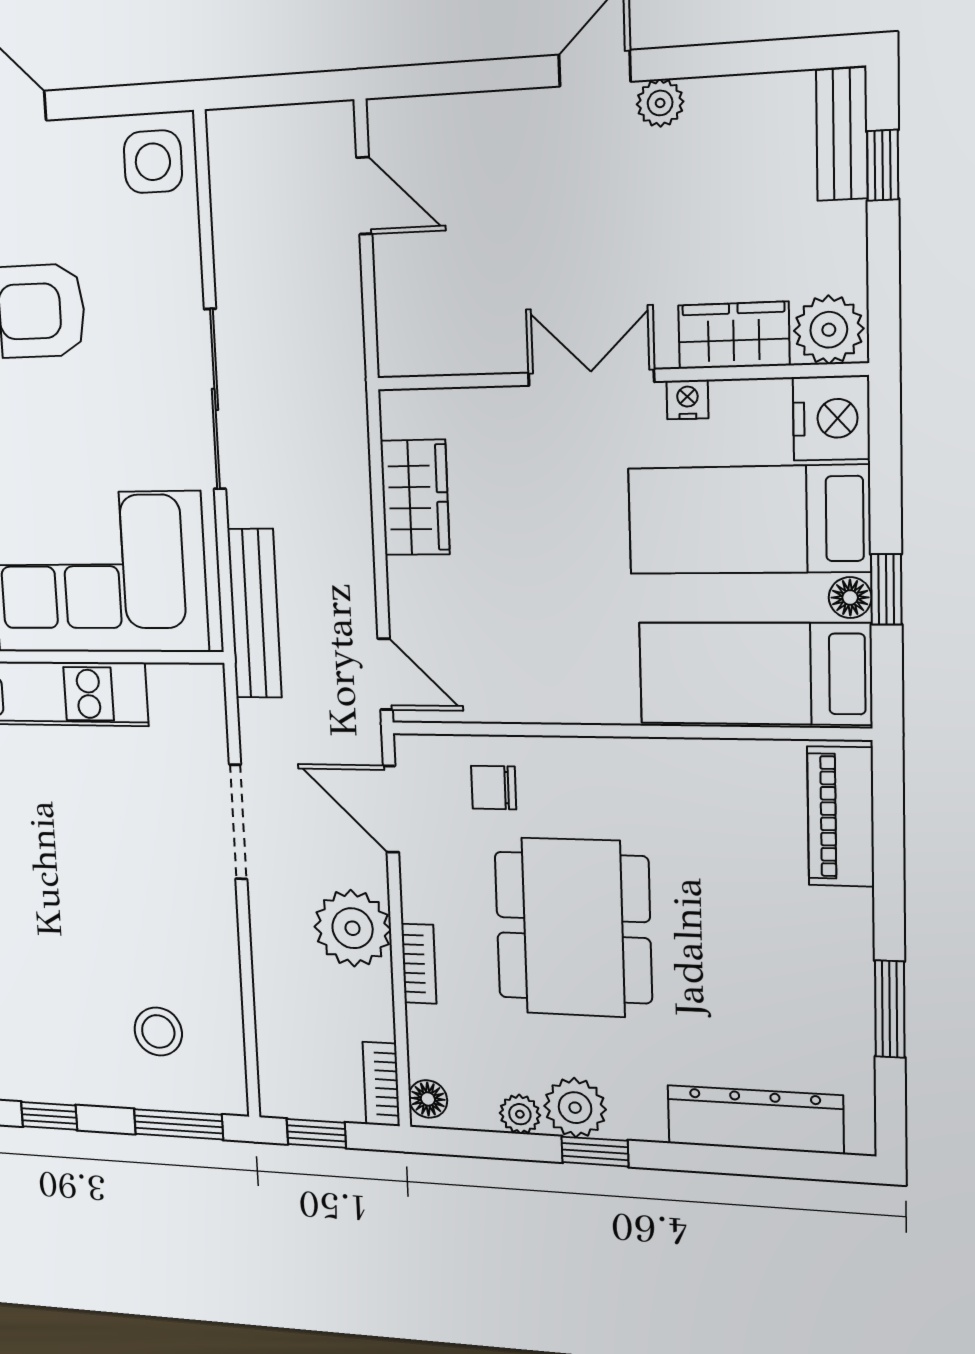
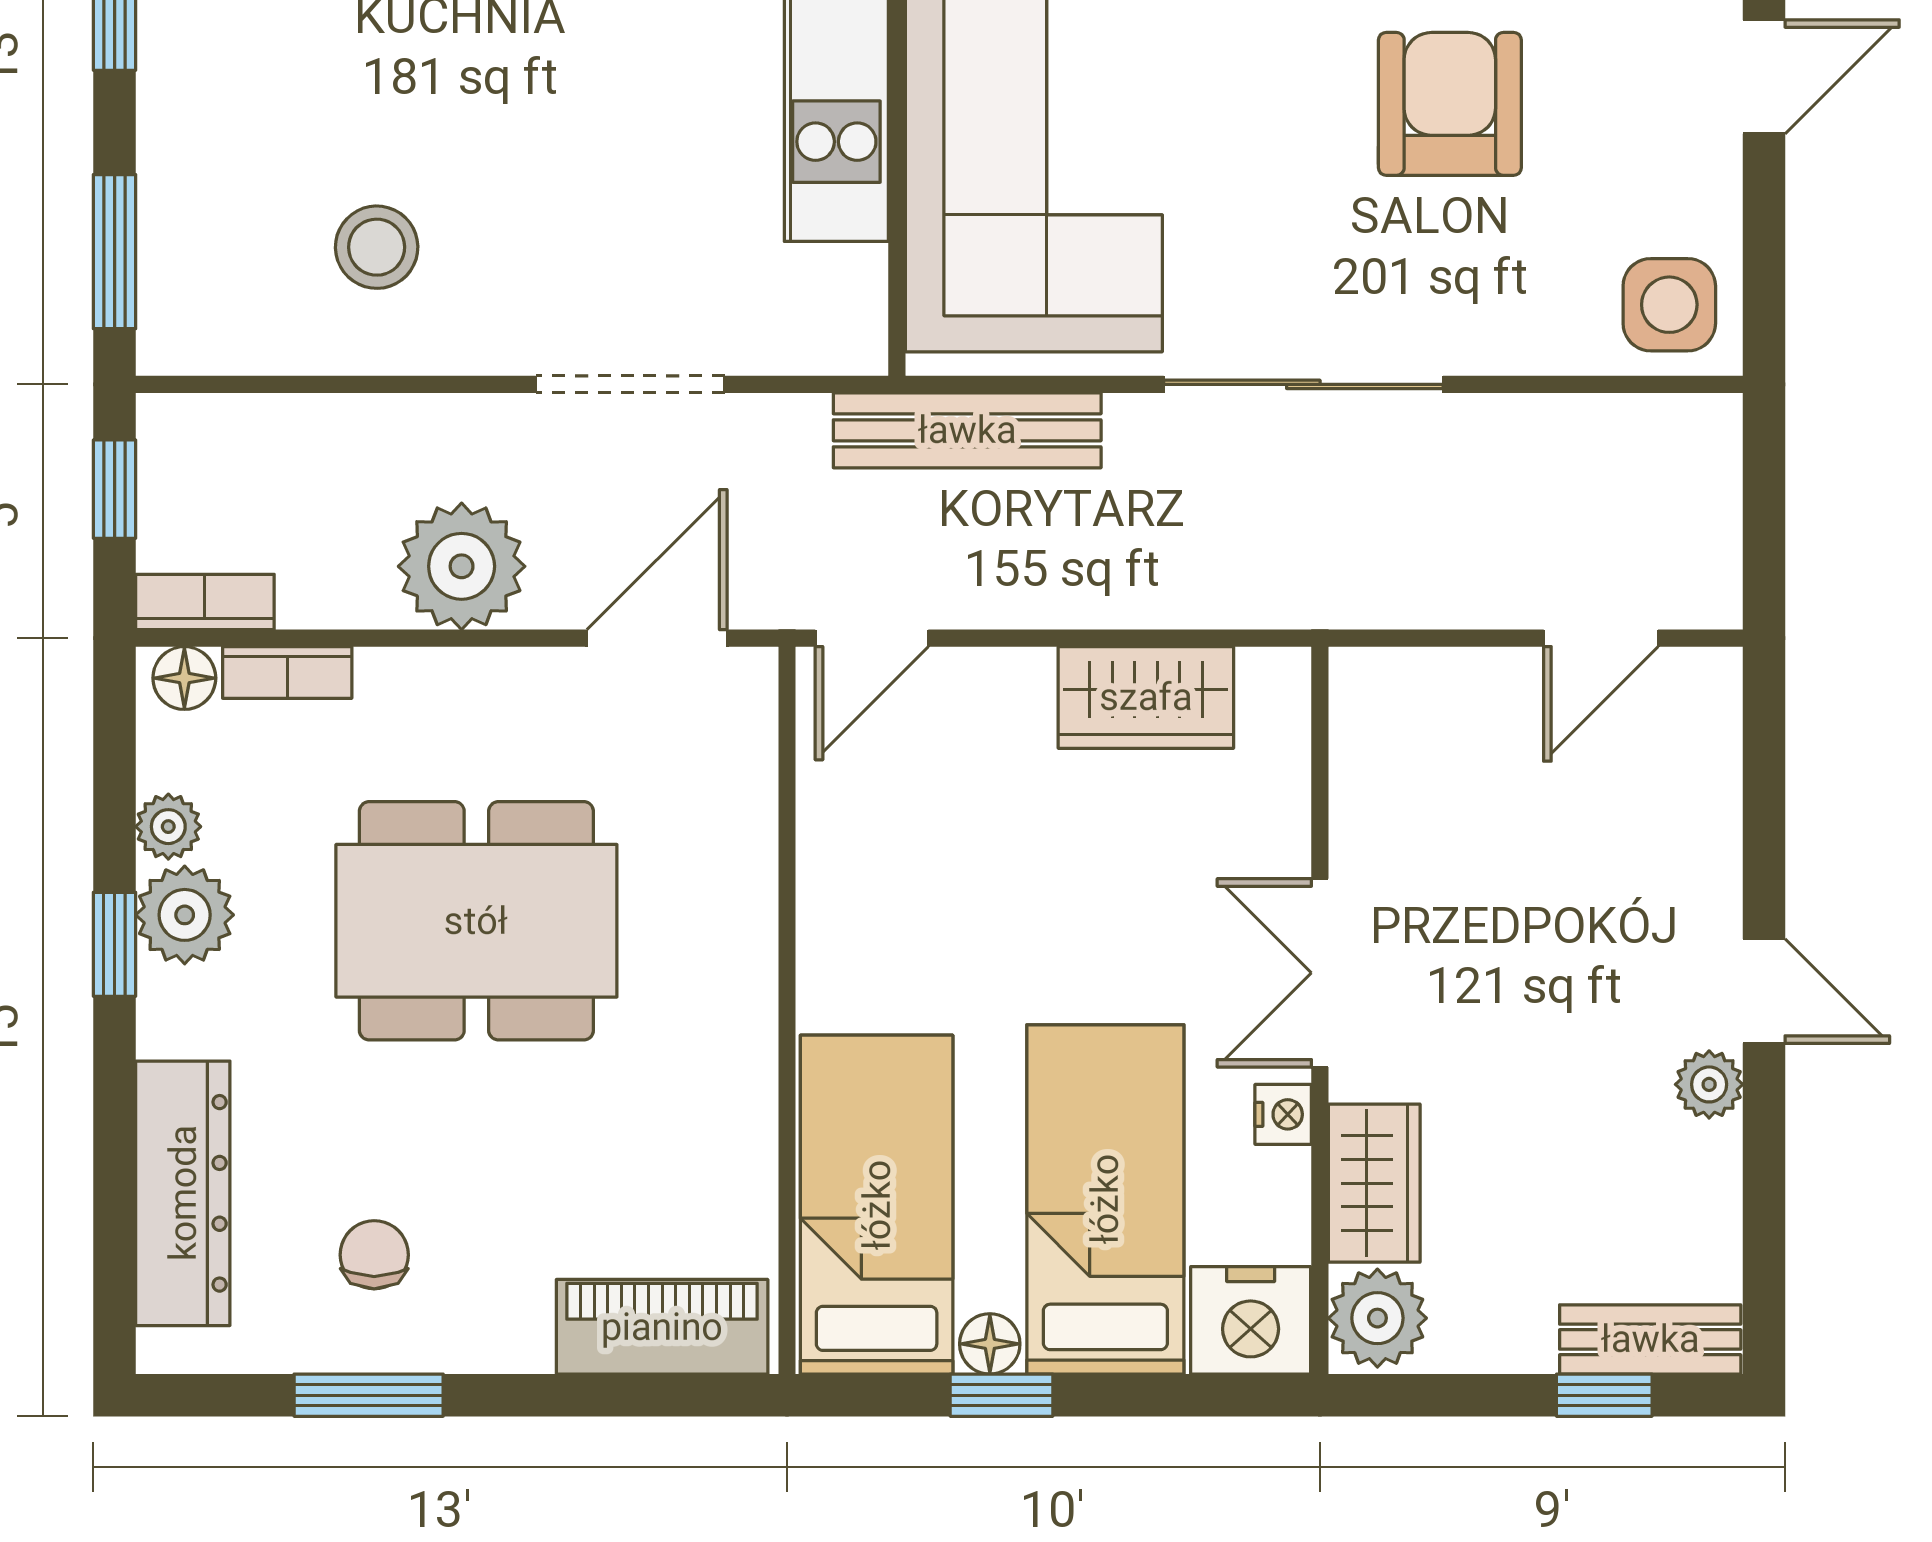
double door: (591, 377) -> (1320, 973), swing flipped
chair: (494, 788) -> (374, 1255), moved
bookcase: (419, 964) -> (287, 672), moved
stool: (158, 1031) -> (377, 247), moved

